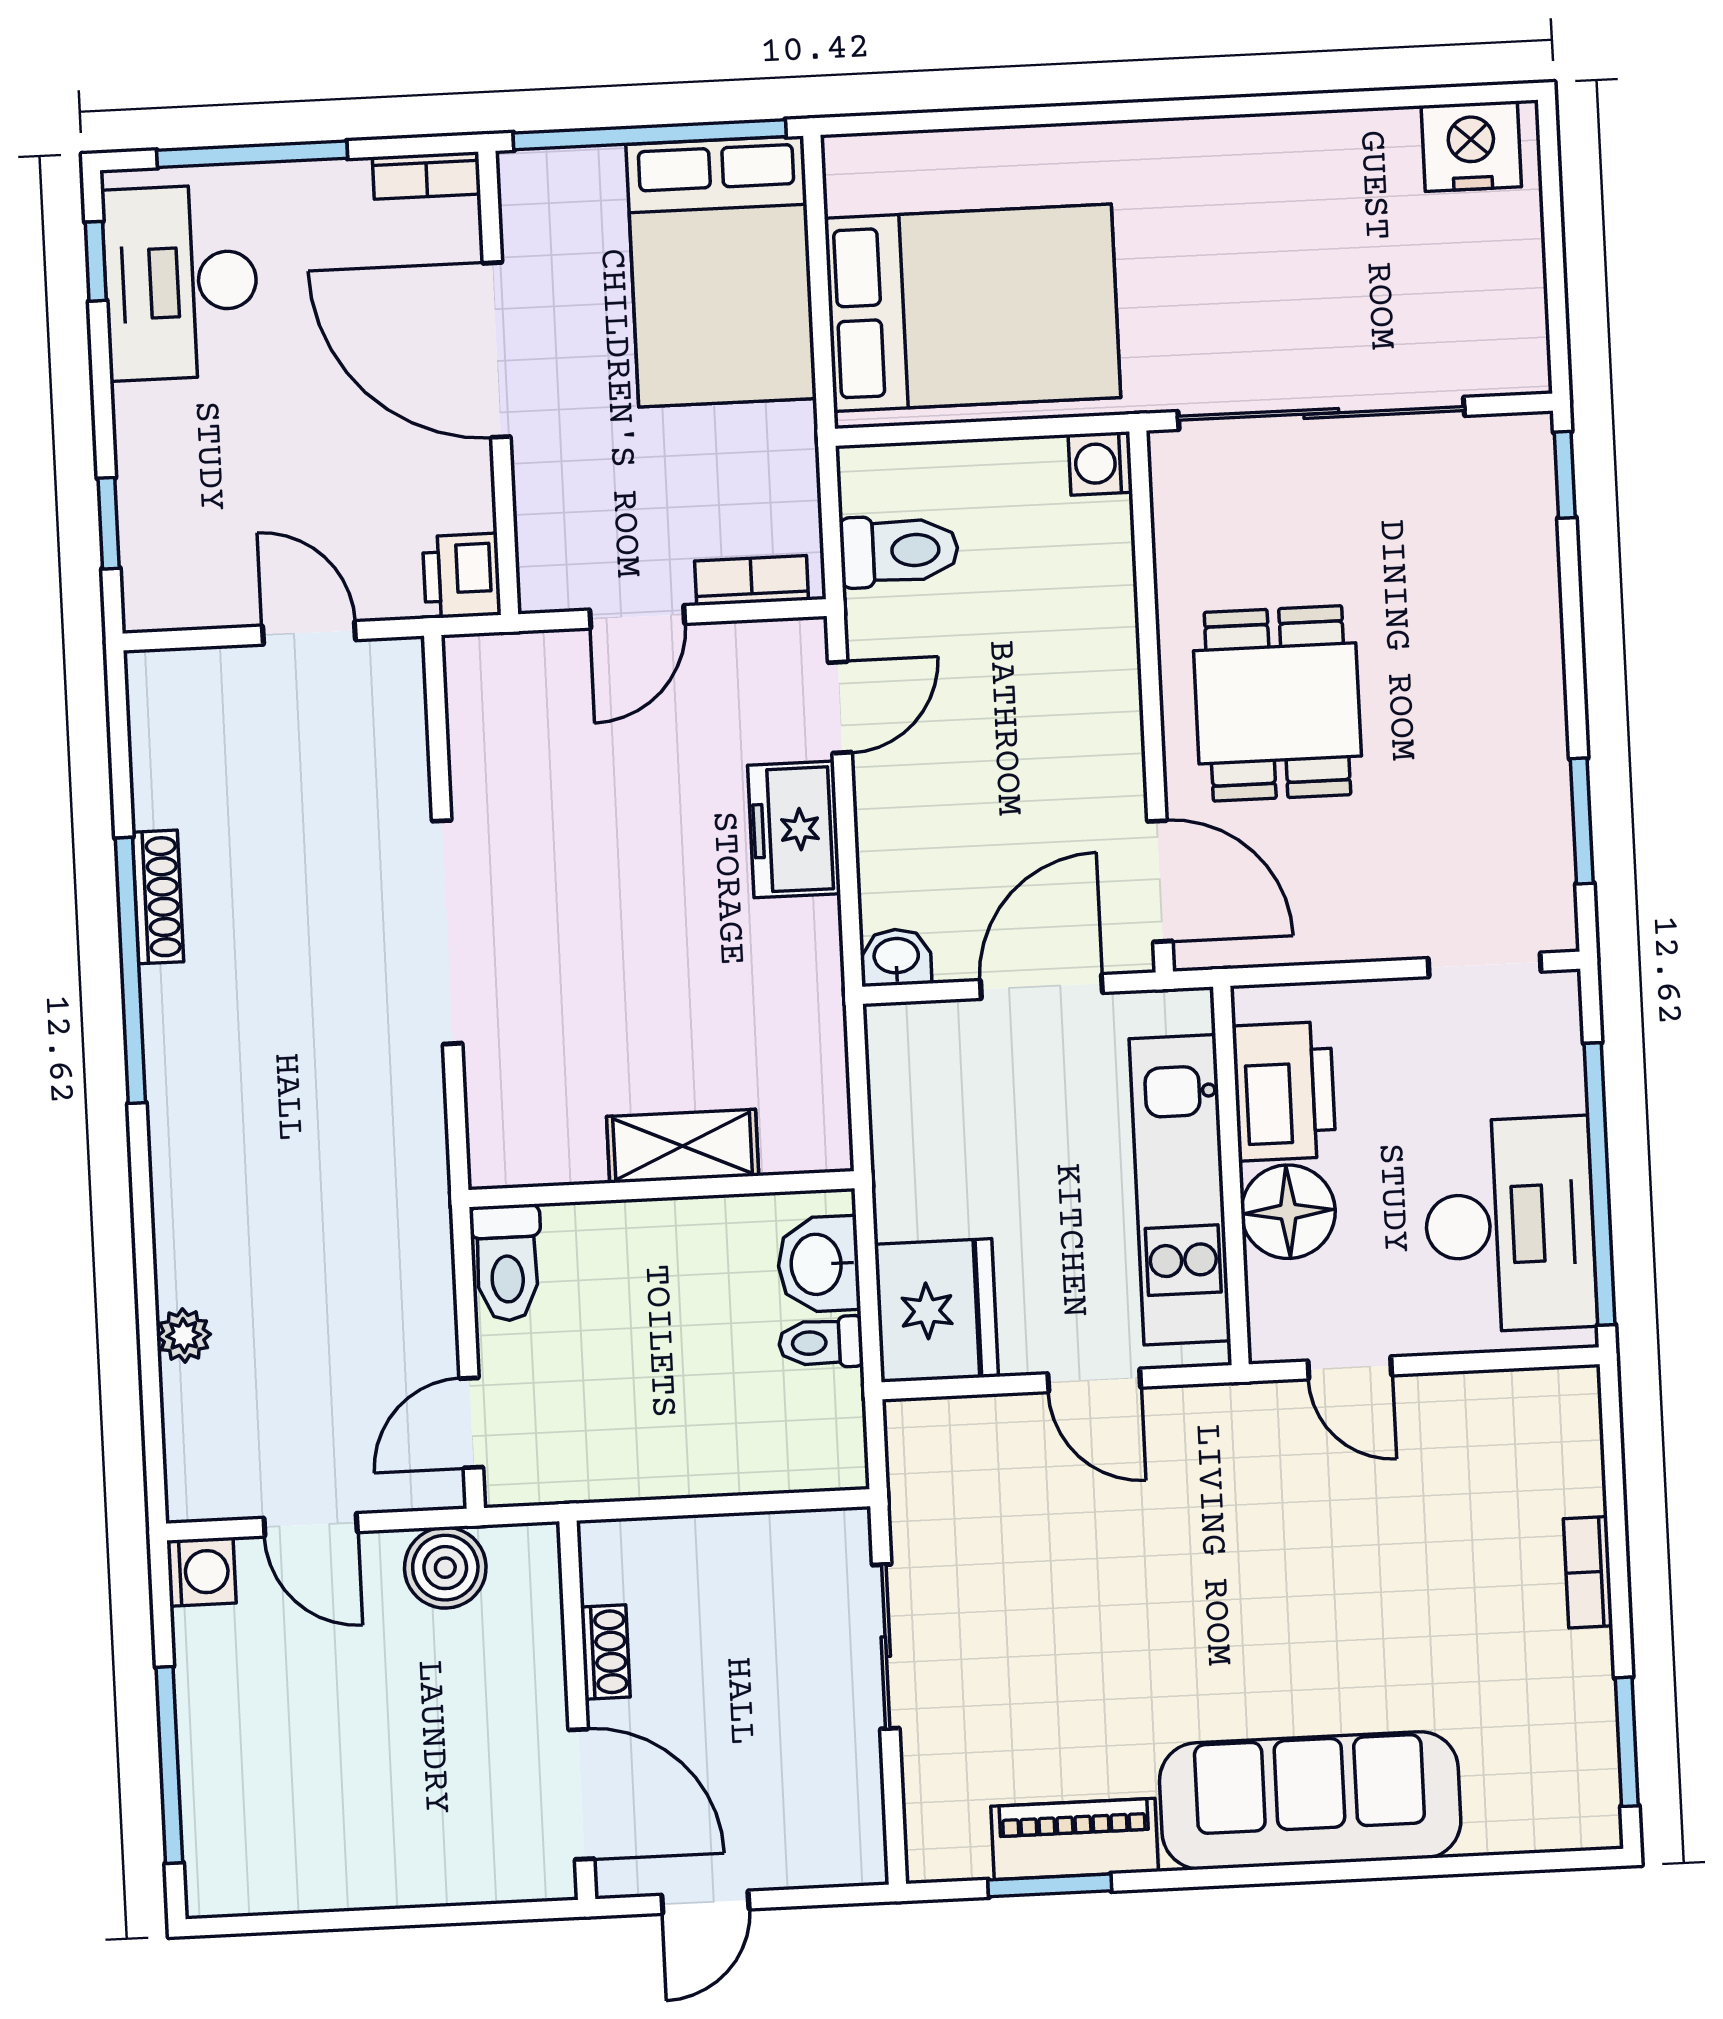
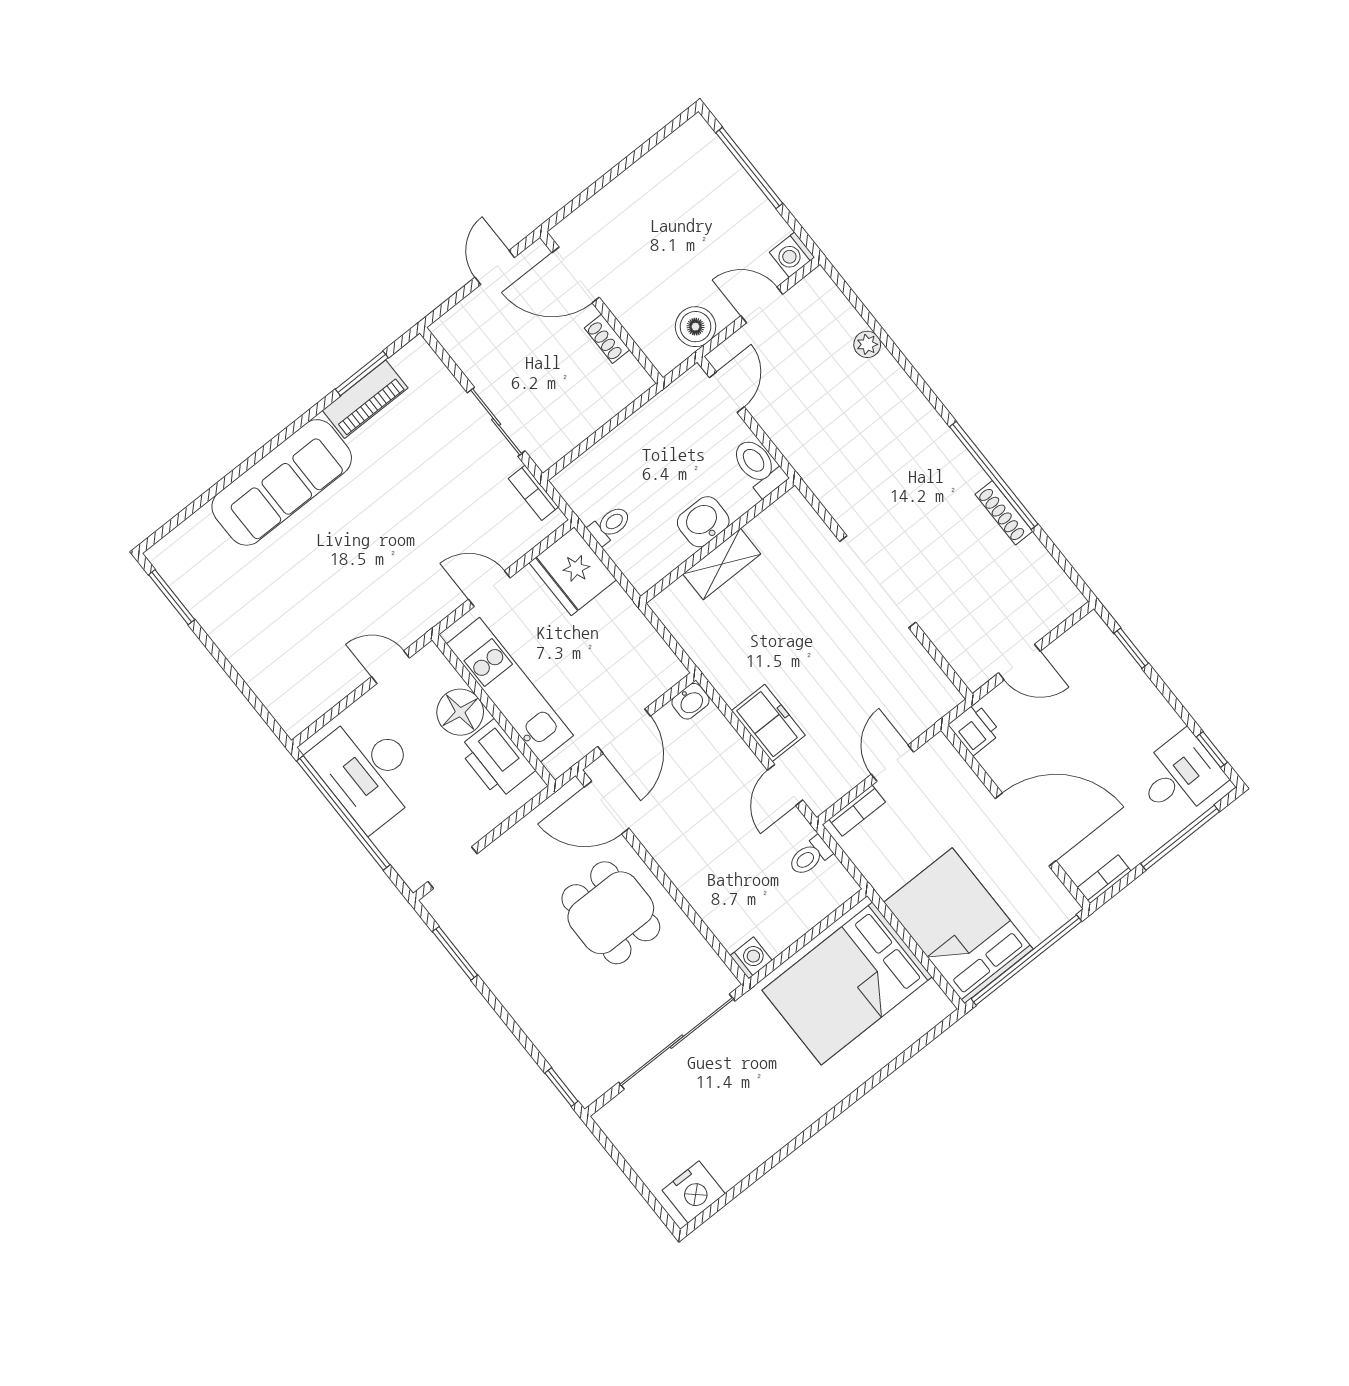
desk: (181, 282) -> (1180, 776), width x0.73
toilet: (899, 551) -> (810, 856), width x0.73, depth x0.72
washbasin: (819, 1264) -> (703, 522), moved, turned -90
bookcase: (1588, 1572) -> (533, 493), moved, turned 180

